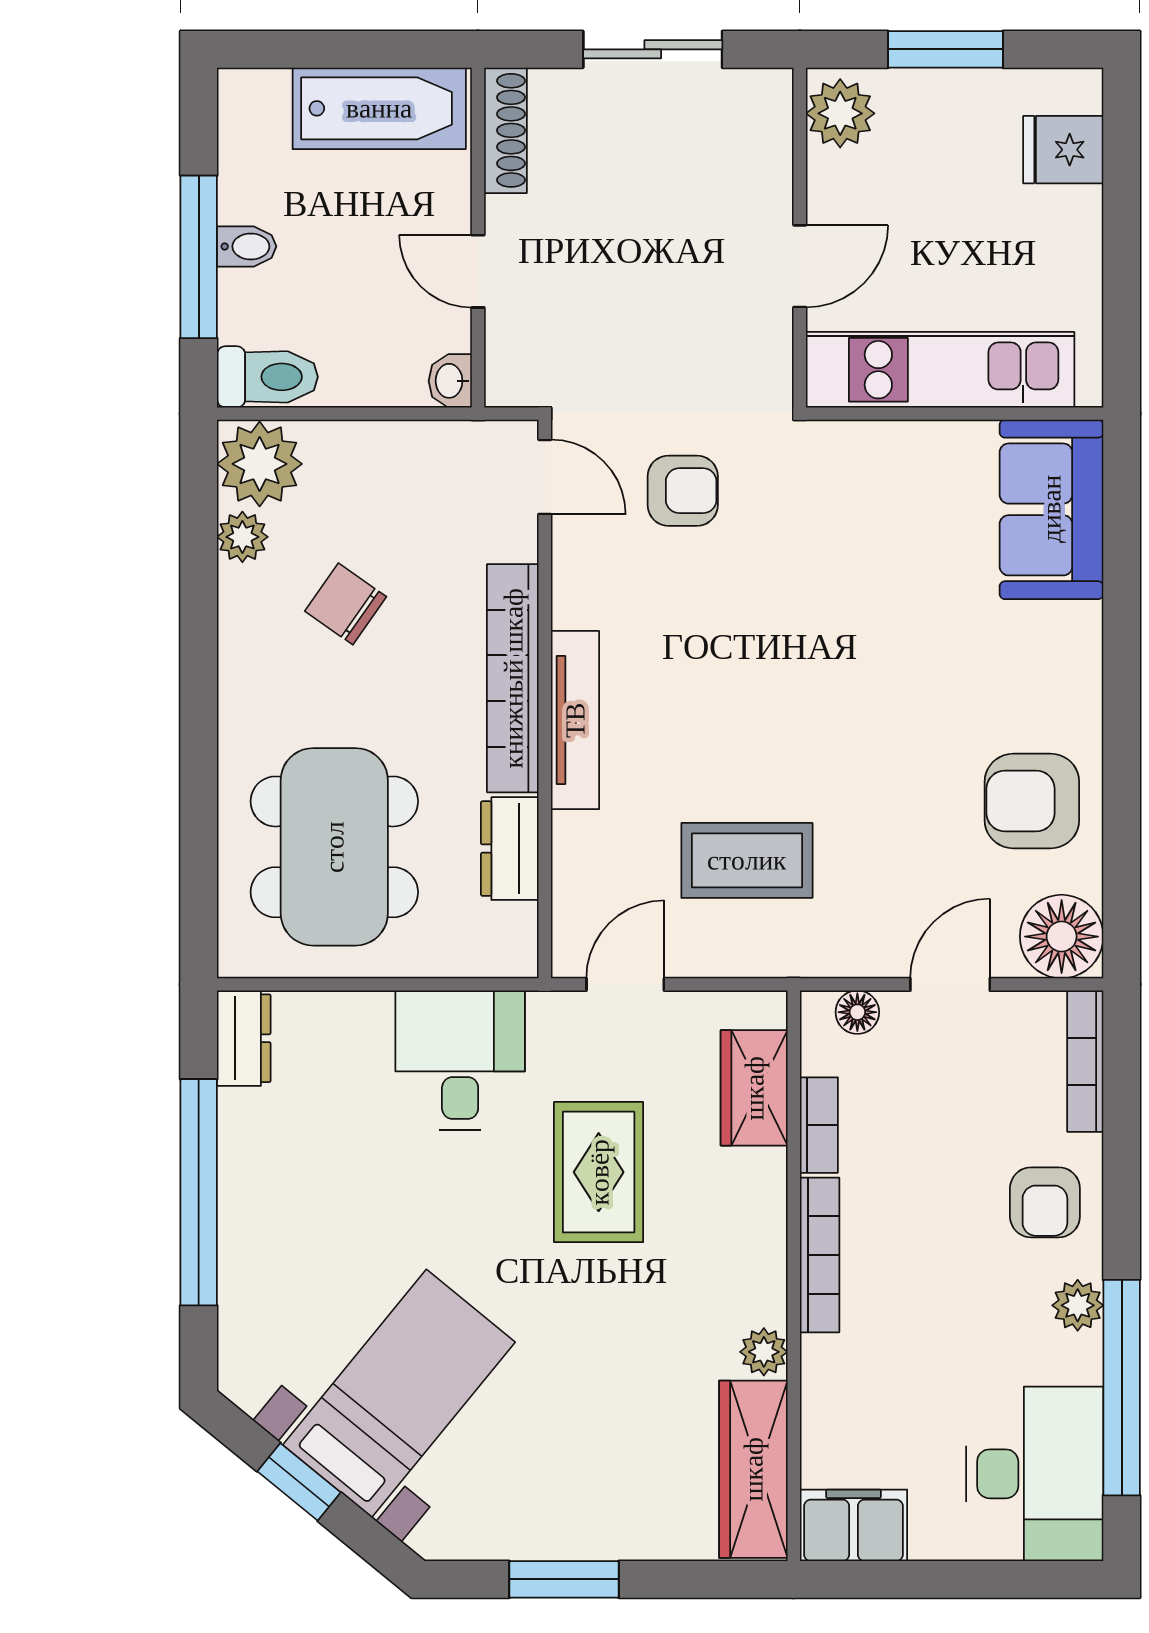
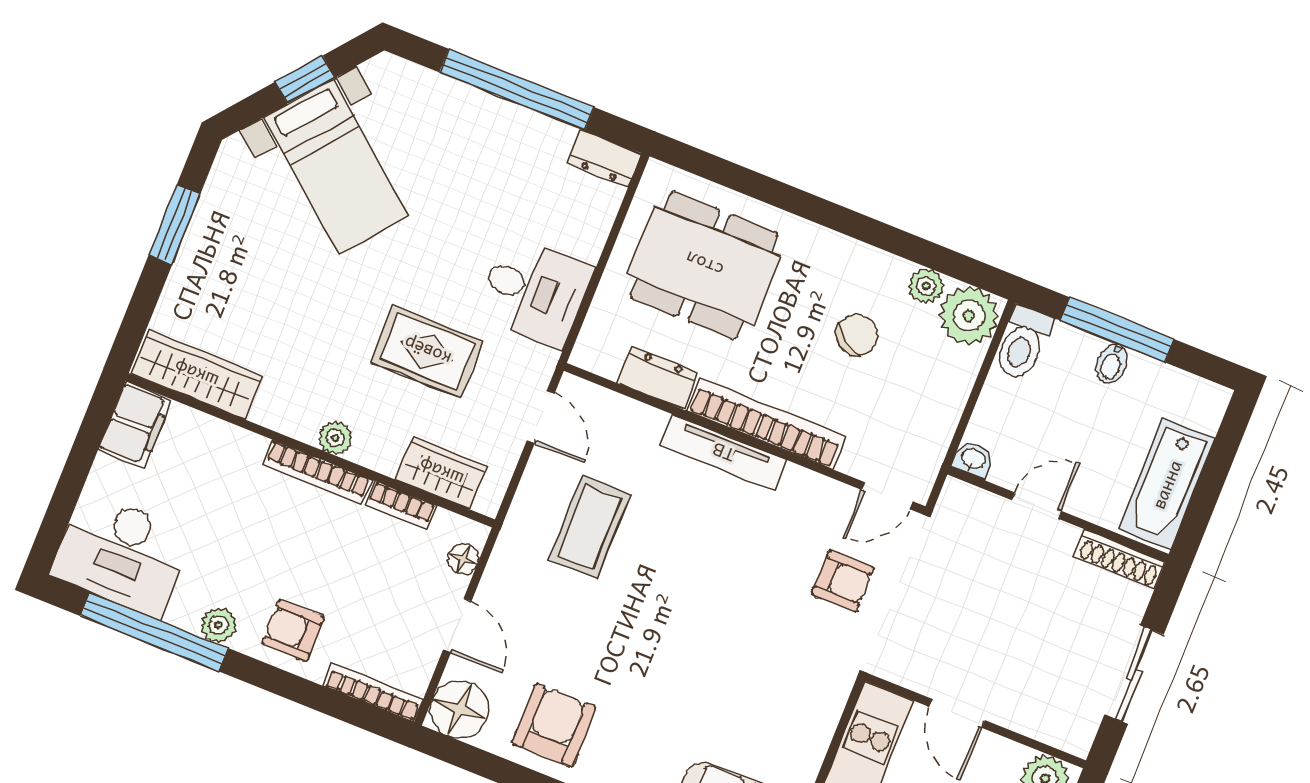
armchair: (683, 491) -> (843, 581), turned -90
plant: (764, 1352) -> (335, 438), moved

